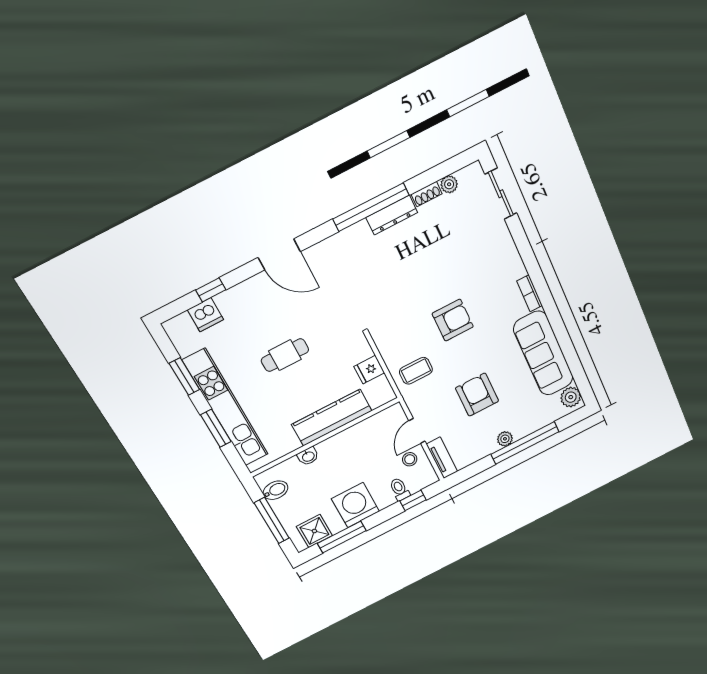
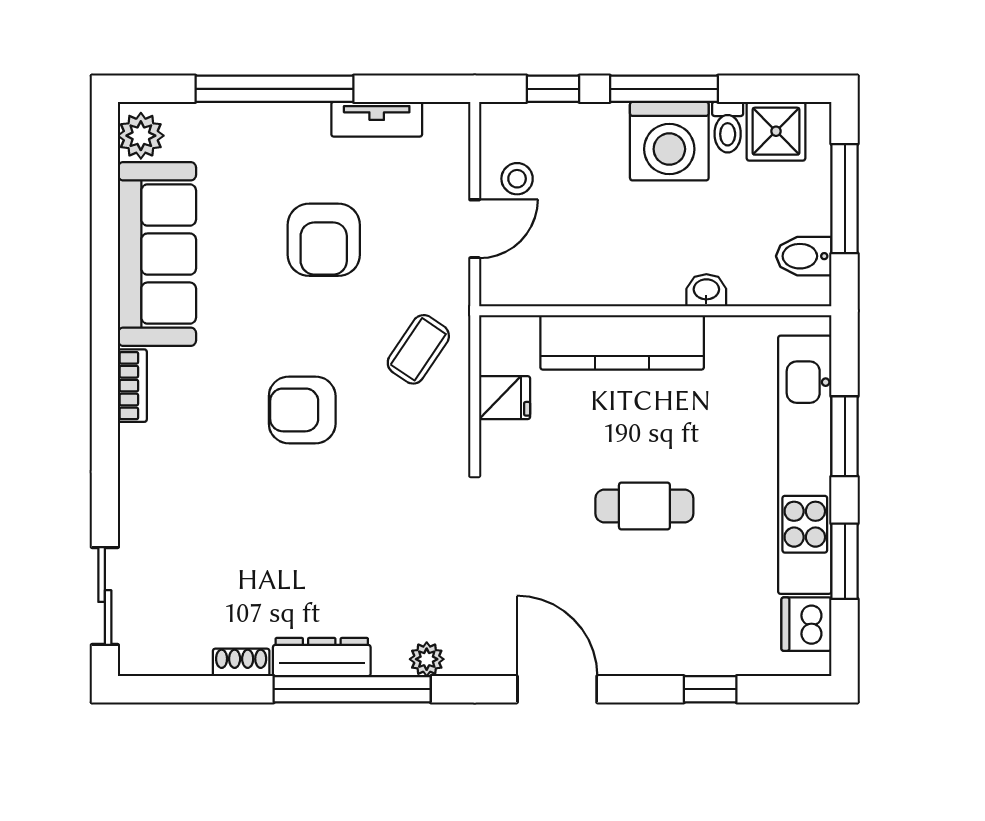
plant: (449, 184) -> (427, 659), moved
dishwasher: (205, 315) -> (806, 624), moved, turned -90
coffee table: (416, 371) -> (418, 349), turned -56
plant: (505, 439) -> (310, 119), removed
tv unit: (442, 458) -> (377, 119), moved, turned -90
toilet: (399, 489) -> (728, 127), moved
window: (342, 537) -> (664, 89), moved

